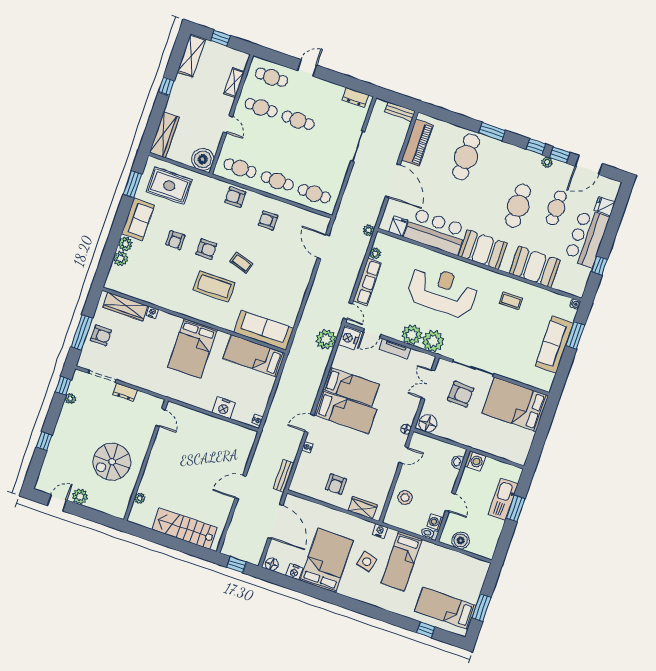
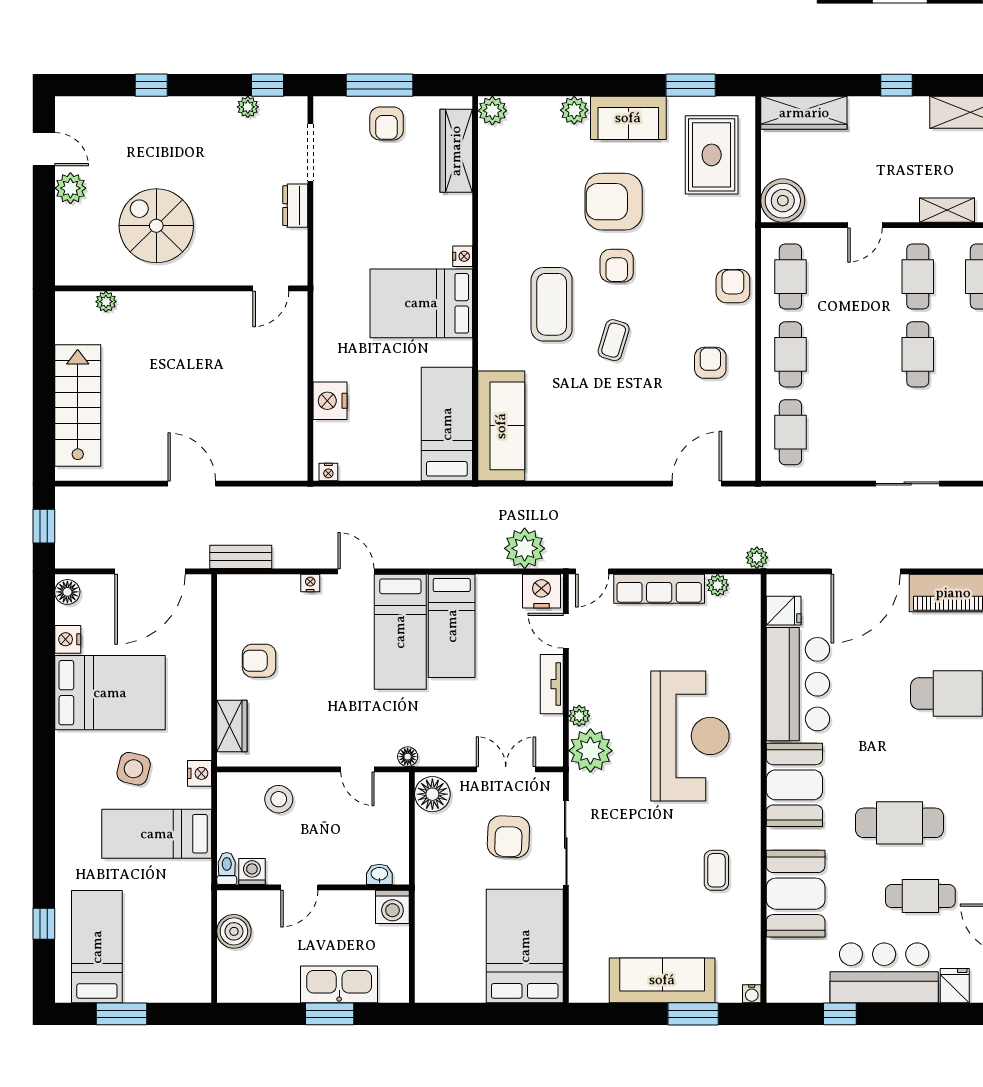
armchair: (175, 240) -> (614, 202), width x1.88, depth x1.88
plant: (121, 259) -> (492, 111), moved
nightstand: (152, 312) -> (463, 256), moved
plant: (412, 335) -> (579, 716), width x0.53, depth x0.53

